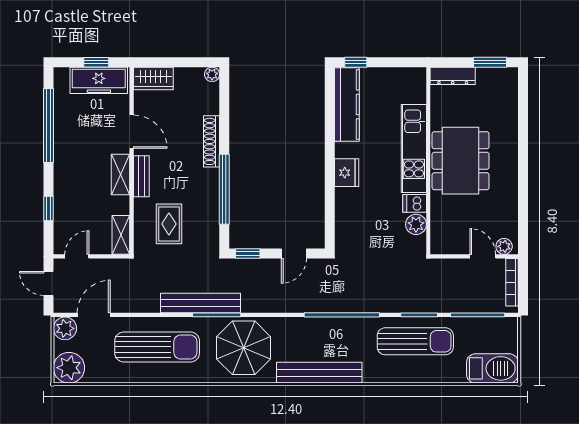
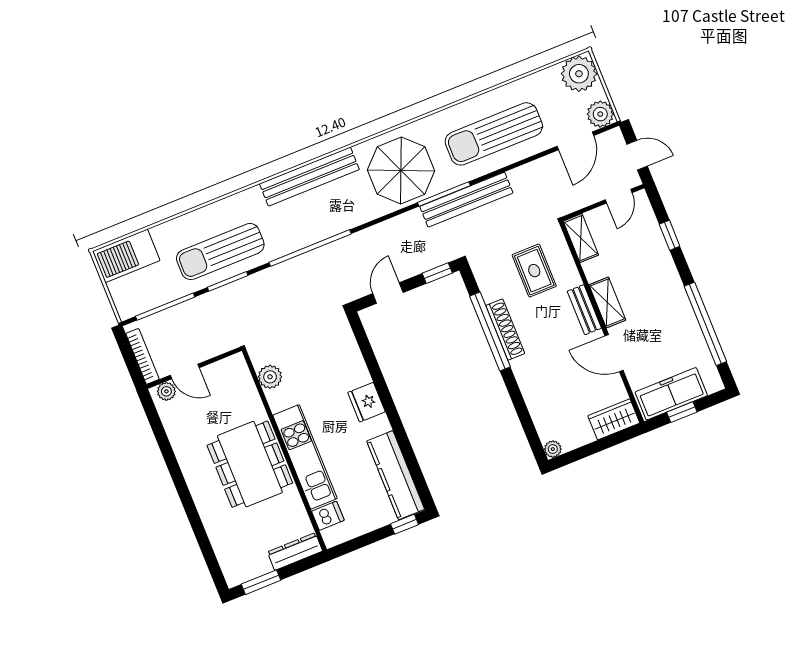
shoe rack: (211, 141) -> (505, 330), moved
dishwasher: (415, 203) -> (328, 516), moved

